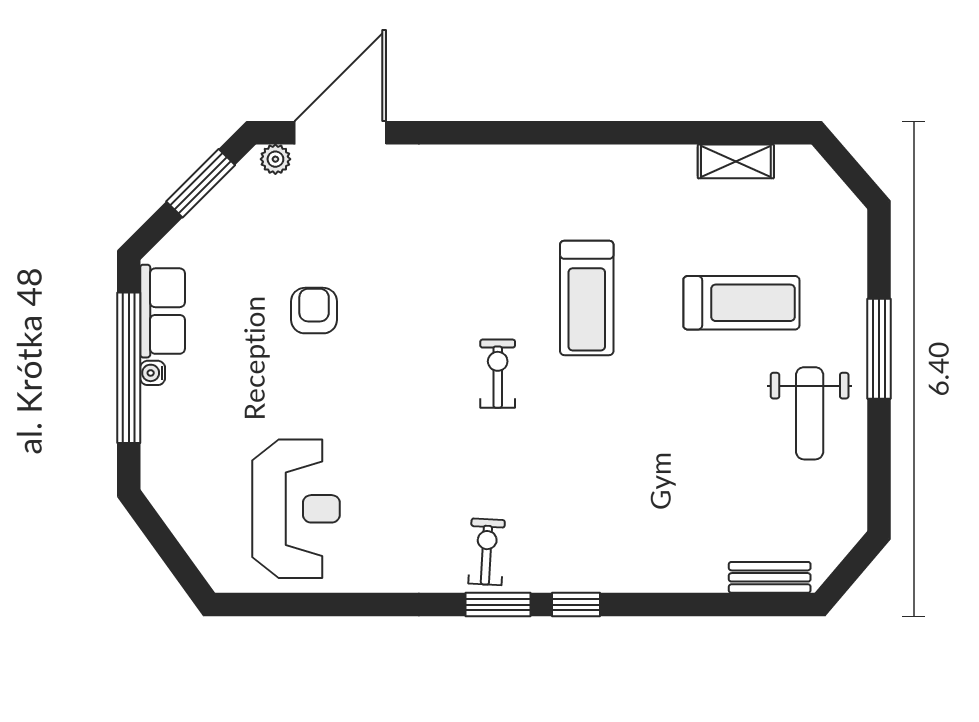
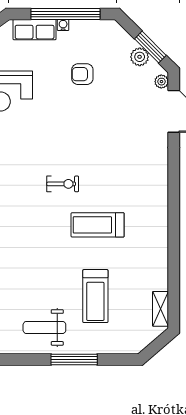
shelving: (736, 161) -> (160, 309), moved
plant: (222, 207) -> (140, 57), added
row of seats: (163, 311) -> (35, 30), moved
armchair: (314, 311) -> (82, 74), moved, turned 180

